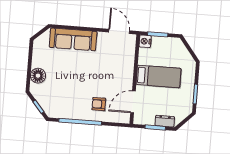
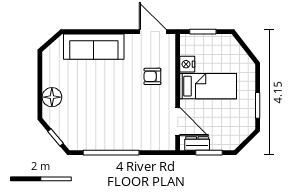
nightstand: (145, 41) -> (187, 64), moved
door: (133, 102) -> (178, 122), swing flipped
armchair: (99, 104) -> (152, 76), moved
dresser: (165, 121) -> (197, 143), moved

